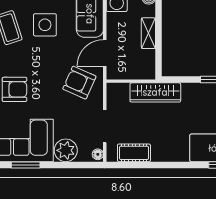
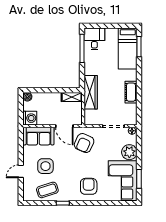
shelving: (148, 33) -> (72, 97), moved
cot: (134, 153) -> (131, 92), moved

